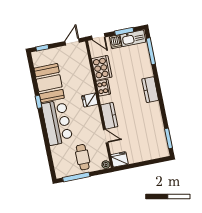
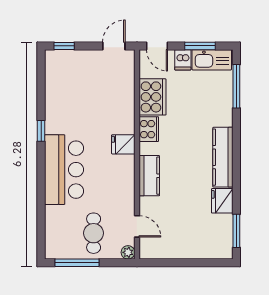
booth: (49, 83) -> (64, 104), removed
kitchen counter: (150, 90) -> (223, 157), width x1.50
door: (106, 136) -> (137, 226), moved
fridge: (119, 159) -> (222, 201), moved, turned -90

